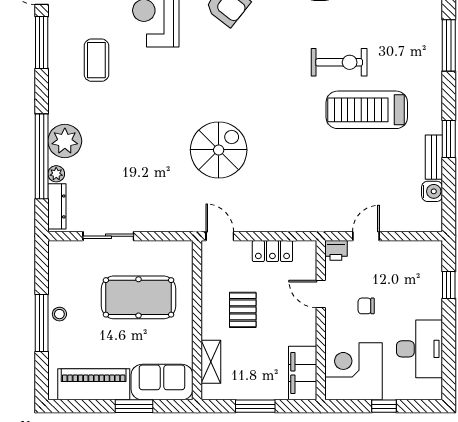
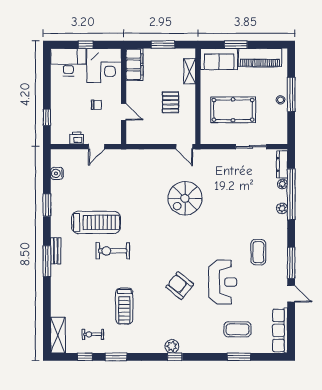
plant: (65, 141) -> (282, 208), width x0.53, depth x0.53
bench: (434, 157) -> (56, 251), moved
printer: (336, 250) -> (77, 138), moved
locker: (272, 251) -> (153, 138), removed
desk: (420, 349) -> (68, 62), moved, turned 90

